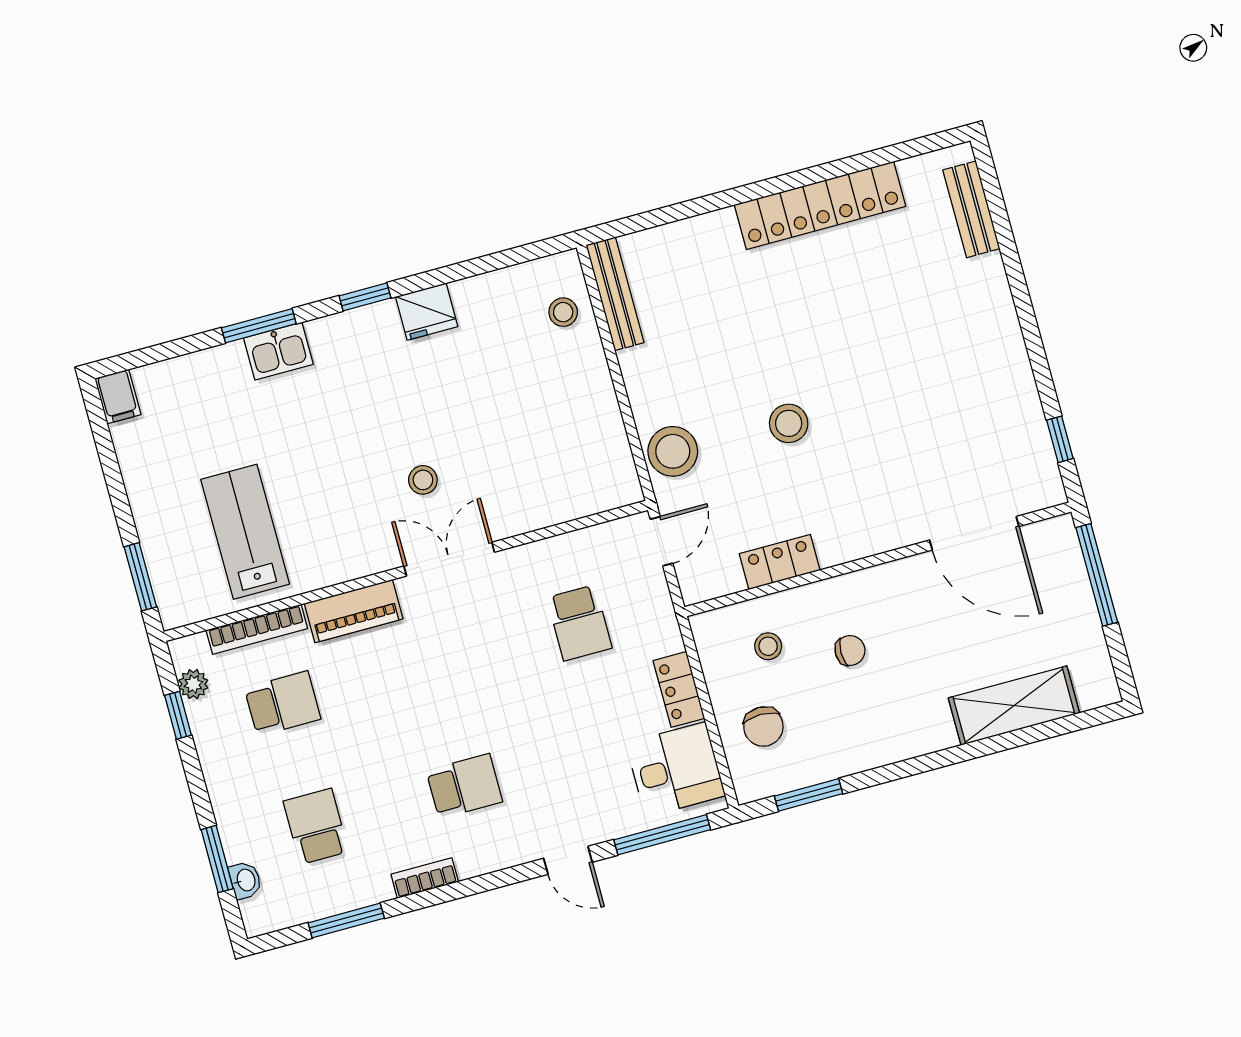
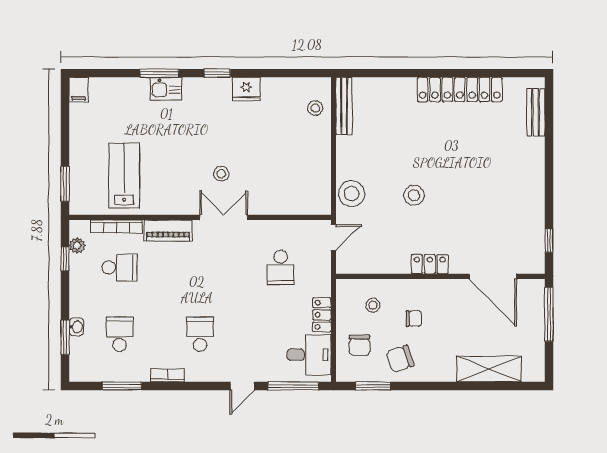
locker: (780, 562) -> (430, 264), moved
chair: (845, 731) -> (400, 359), added
school desk: (464, 786) -> (200, 334), turned -90
door: (568, 860) -> (242, 386), hinge flipped
washbasin: (245, 880) -> (76, 327), moved

